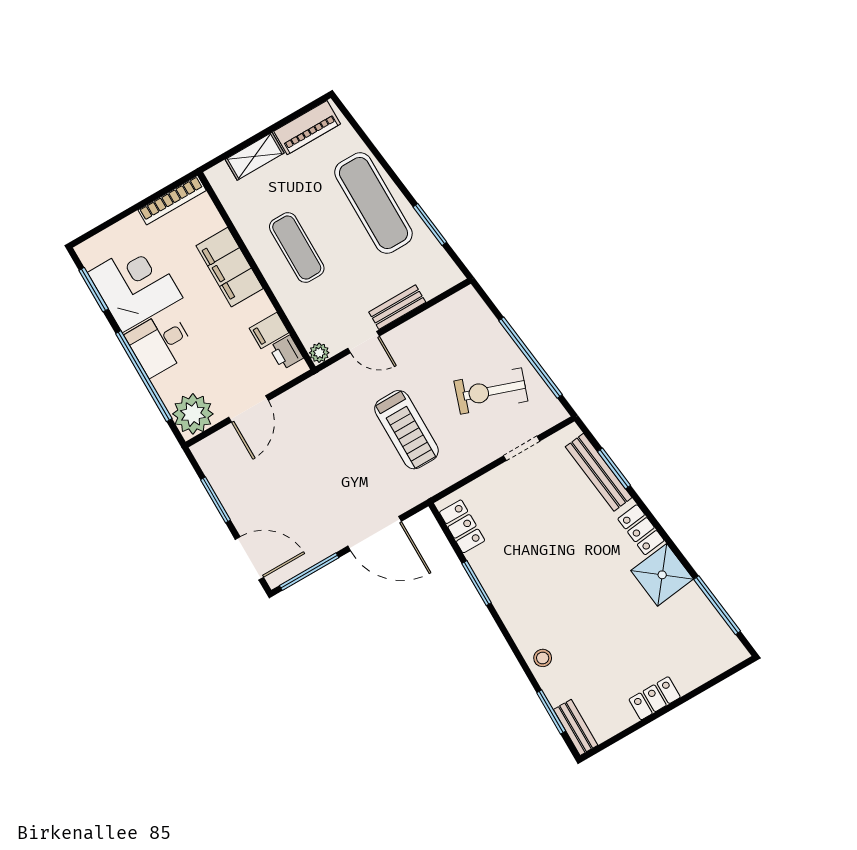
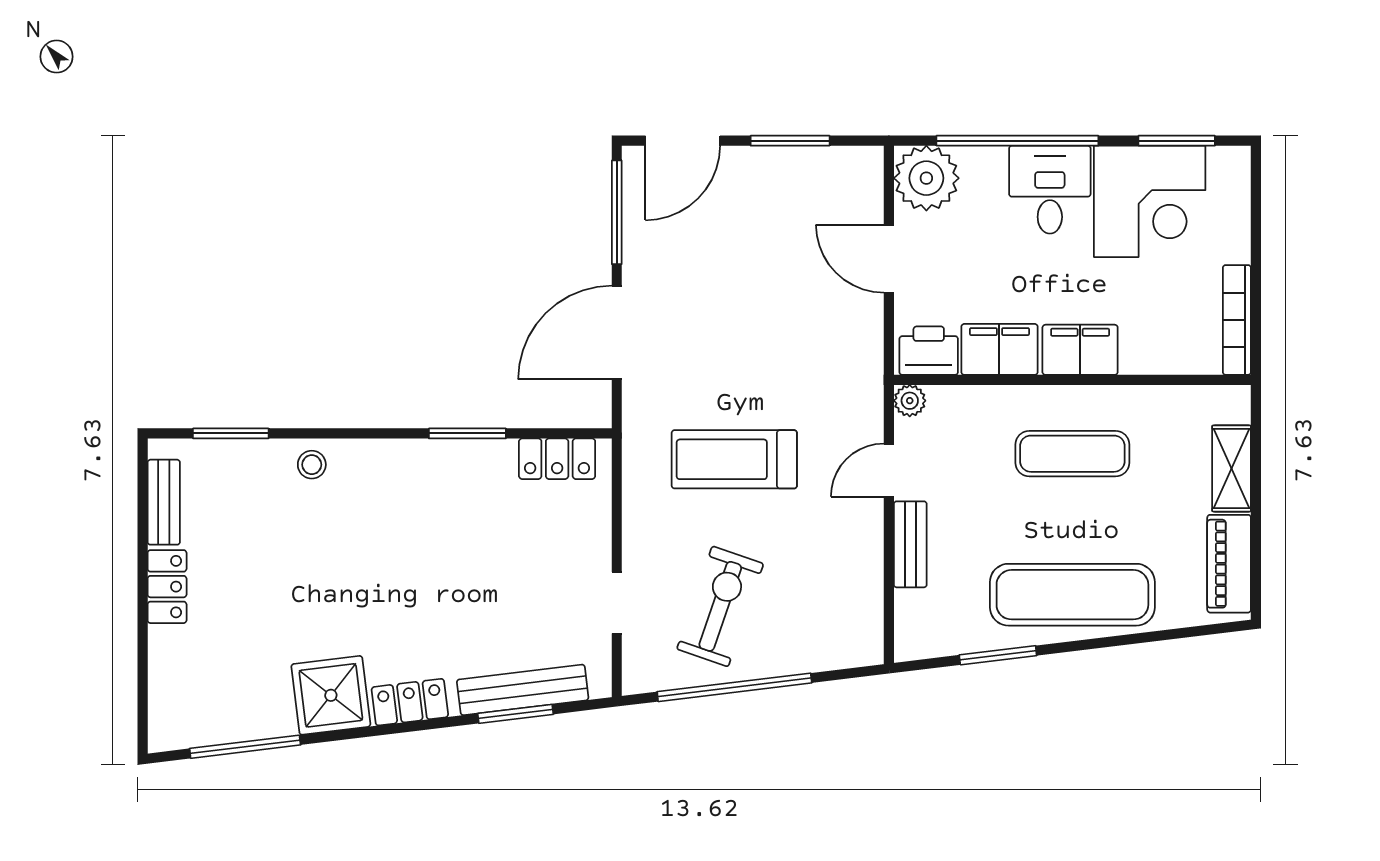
filing cabinet: (230, 267) -> (1080, 350), width x0.67, depth x0.86
filing cabinet: (269, 330) -> (999, 349), width x2.00
printer: (286, 352) -> (929, 351), width x1.36, depth x1.24
bench: (576, 727) -> (164, 502), moved, turned 90

